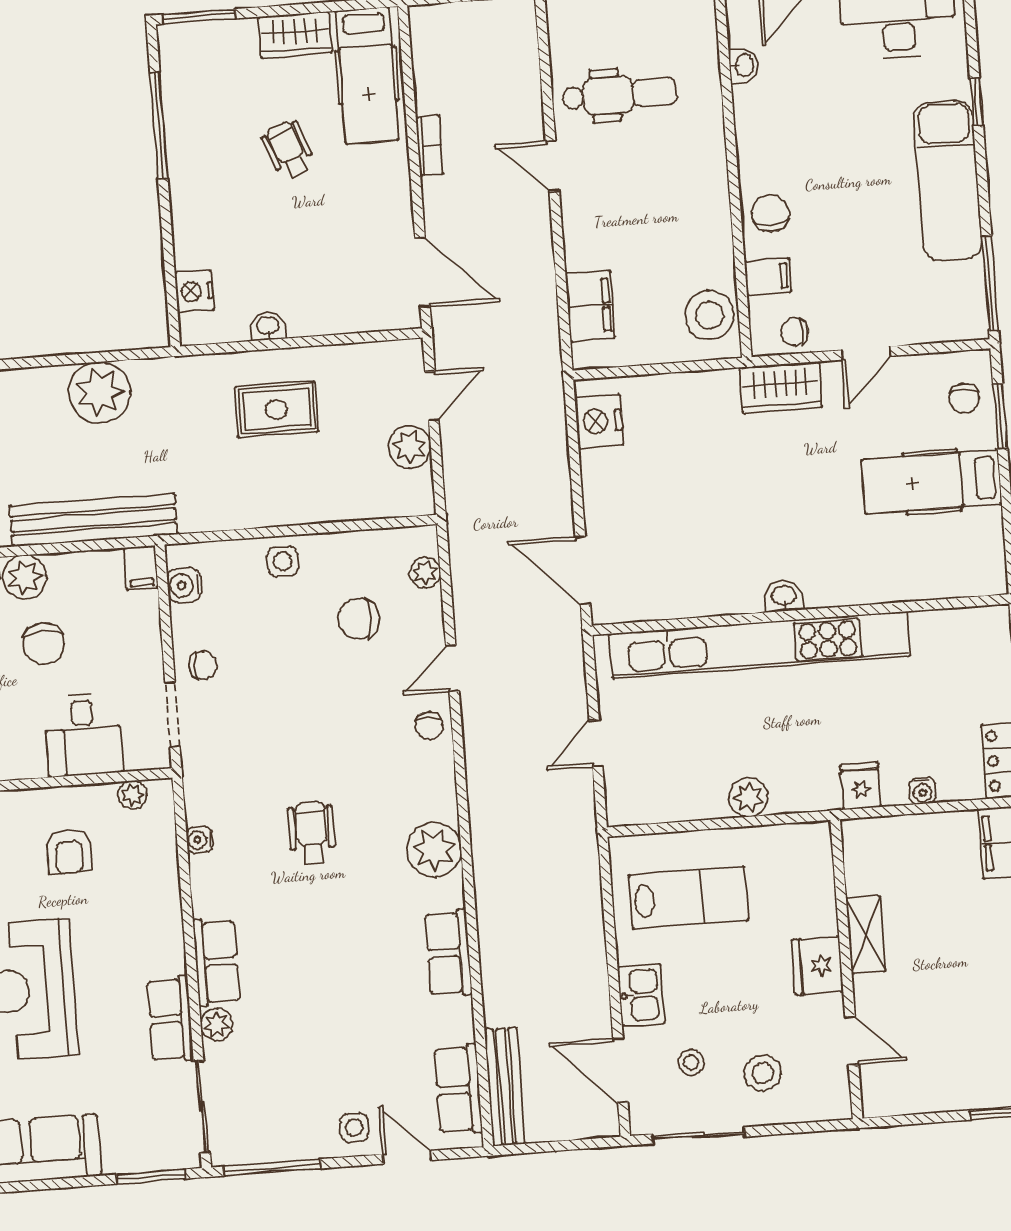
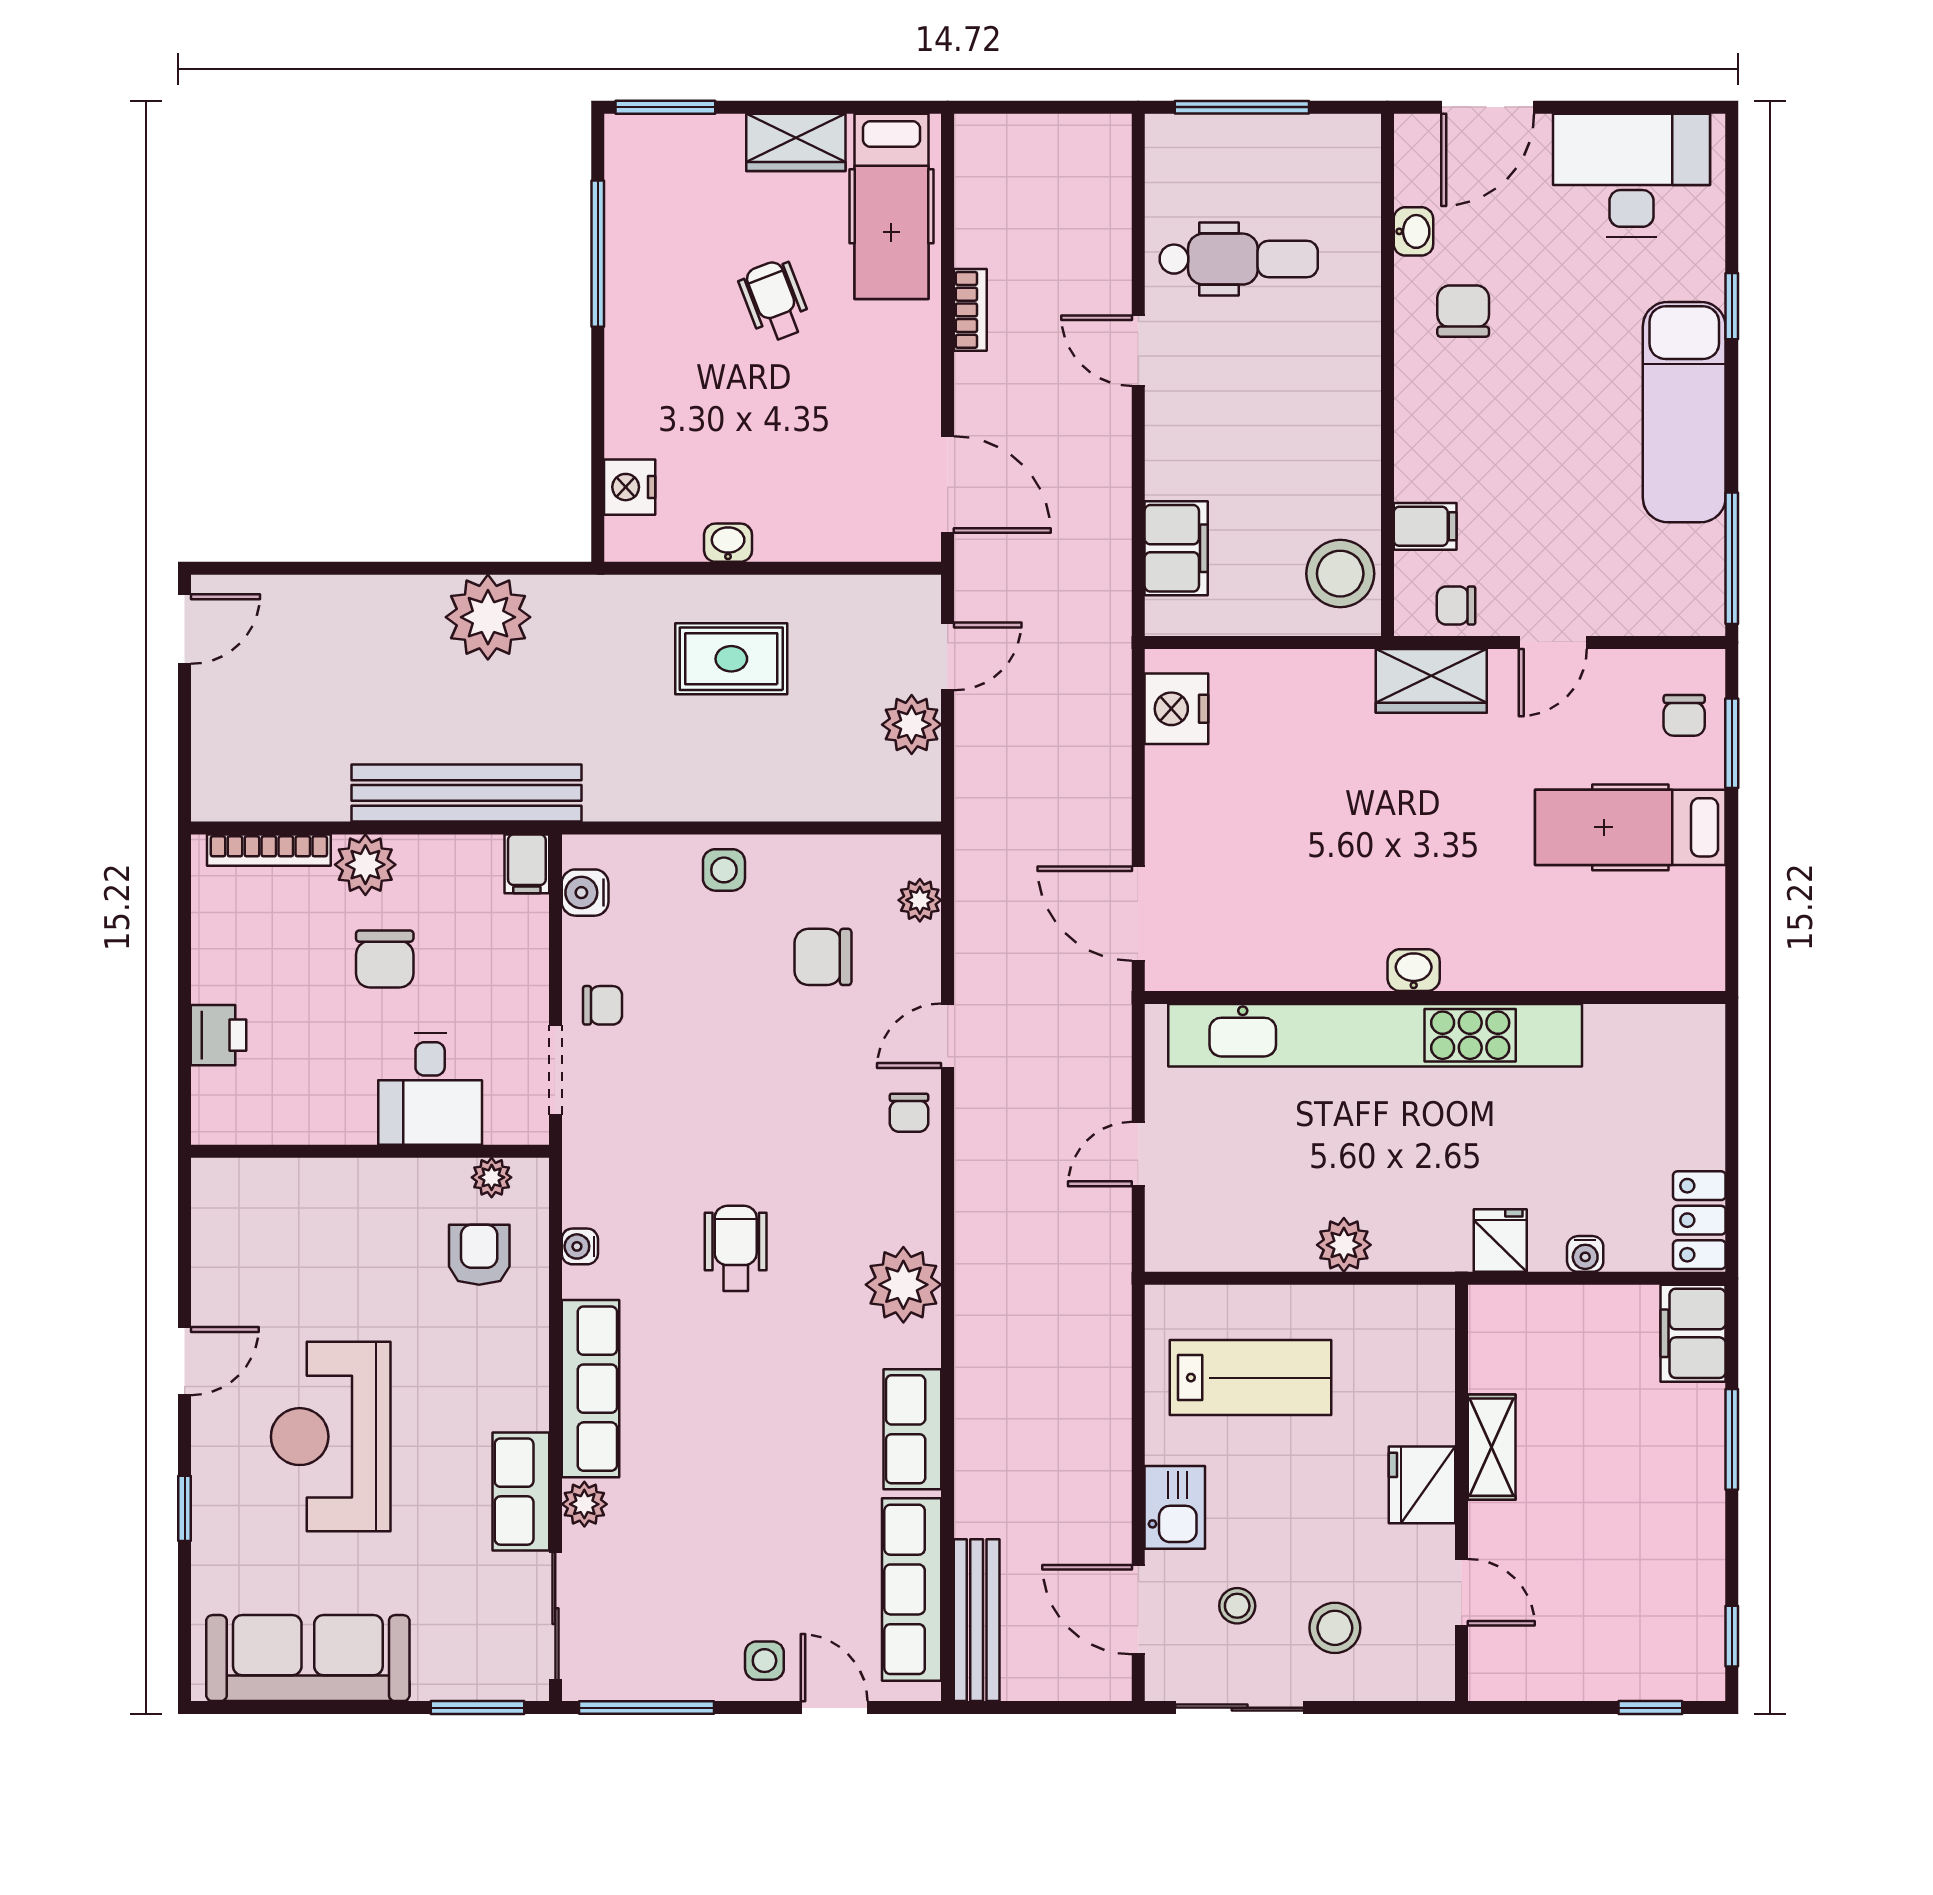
chair: (770, 213) -> (1463, 311), moved
armchair: (69, 851) -> (479, 1255), moved, turned 180
row of seats: (216, 962) -> (590, 1389), width x1.48
row of seats: (458, 1090) -> (912, 1589), width x1.48

